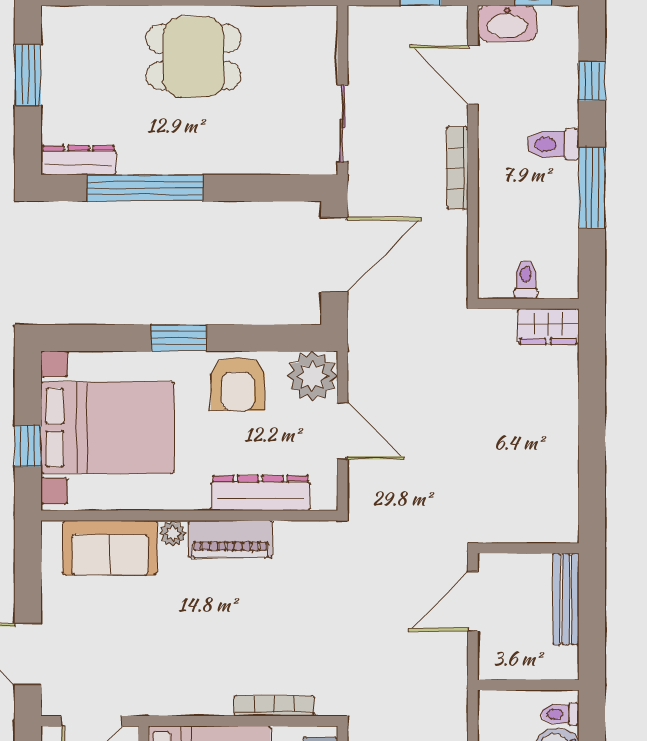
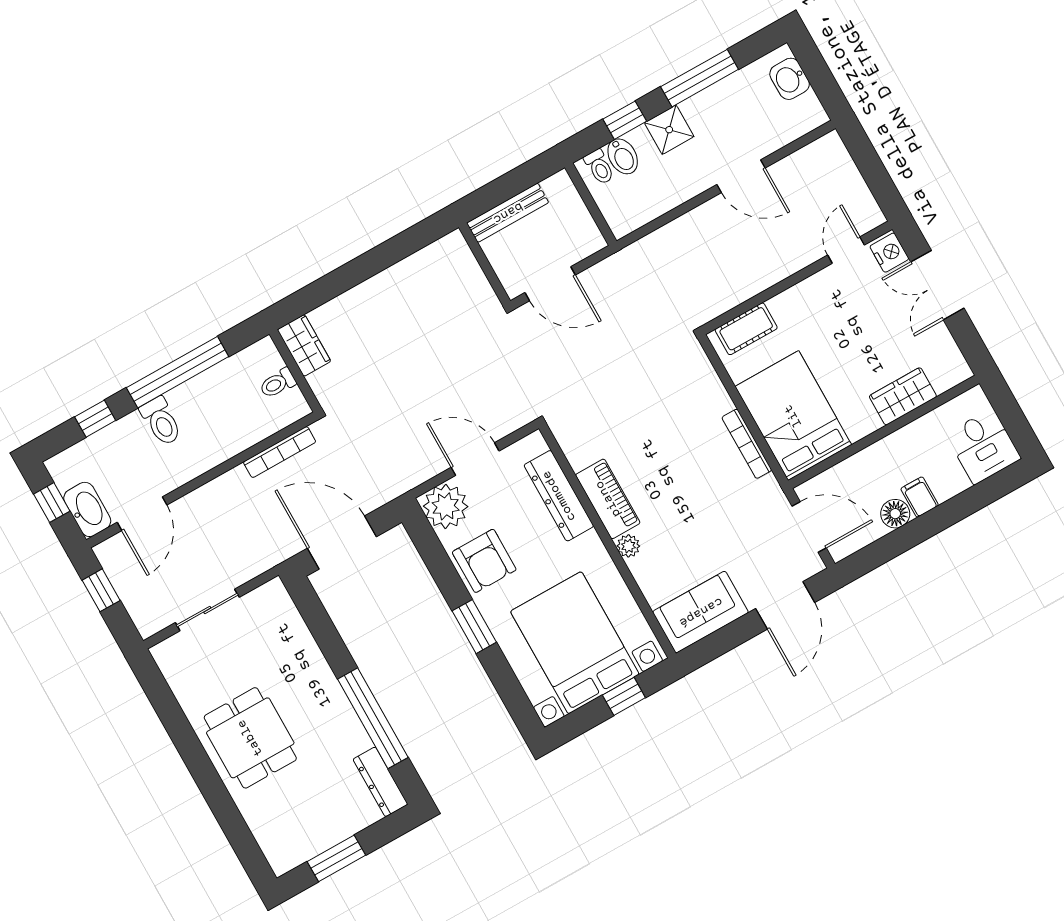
sliding door: (342, 124) -> (207, 610), moved
bookcase: (457, 168) -> (280, 452), moved
window: (592, 188) -> (178, 372), width x1.46
armchair: (238, 384) -> (484, 561), turned 90
door: (342, 431) -> (475, 459), hinge flipped
sofa: (110, 548) -> (701, 612), moved, turned -90
bookcase: (274, 706) -> (747, 444), moved

